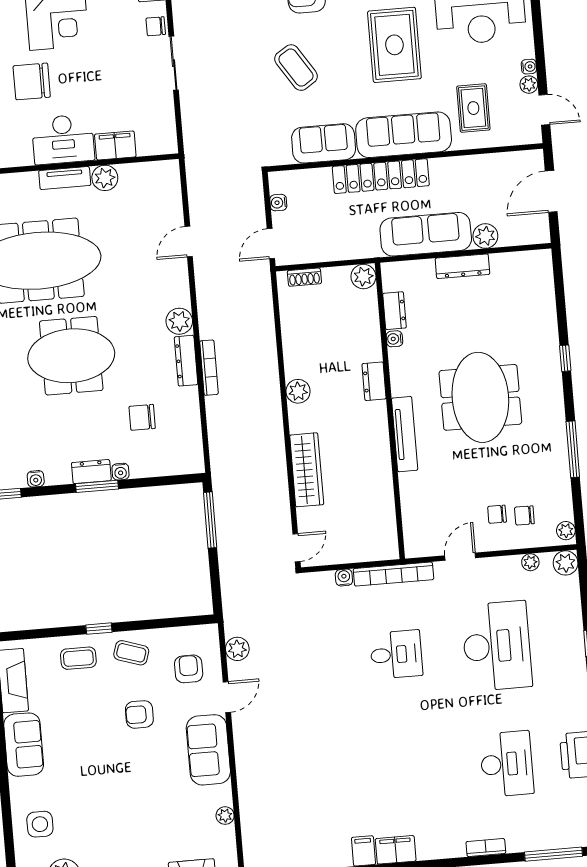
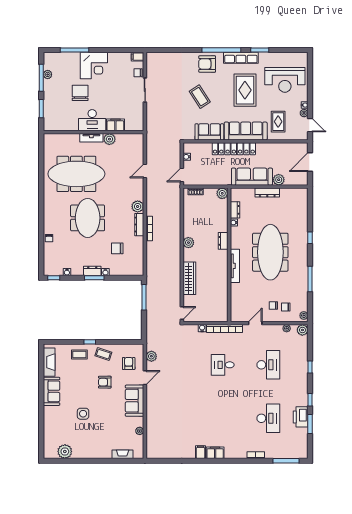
chair: (32, 81) -> (80, 93), turned 90
meeting table: (71, 356) -> (88, 218), turned 90
meeting table: (480, 397) -> (270, 252), width x1.36
desk: (497, 646) -> (268, 365), width x0.73, depth x0.77
desk: (396, 654) -> (223, 365), turned 180
side table: (40, 824) -> (83, 414), moved

